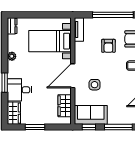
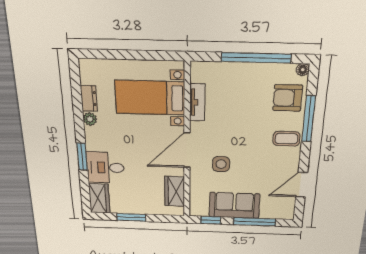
dresser: (12, 26) -> (89, 98), moved
tv unit: (79, 29) -> (197, 102), moved
armchair: (108, 46) -> (246, 108), removed
sofa: (91, 115) -> (234, 205), moved

